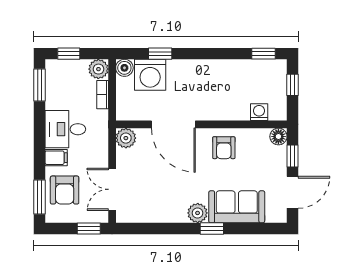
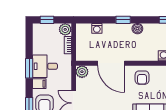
window: (160, 54) -> (123, 20), moved
boiler: (124, 68) -> (137, 29), moved
washing machine: (150, 75) -> (97, 28), width x0.53, depth x0.53
window: (40, 85) -> (29, 68), moved

